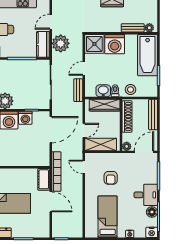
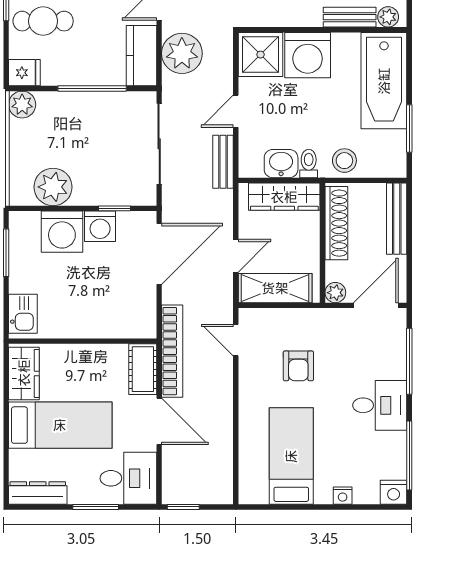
floor lamp: (152, 212) -> (394, 445), removed
desk: (38, 226) -> (128, 478), added

